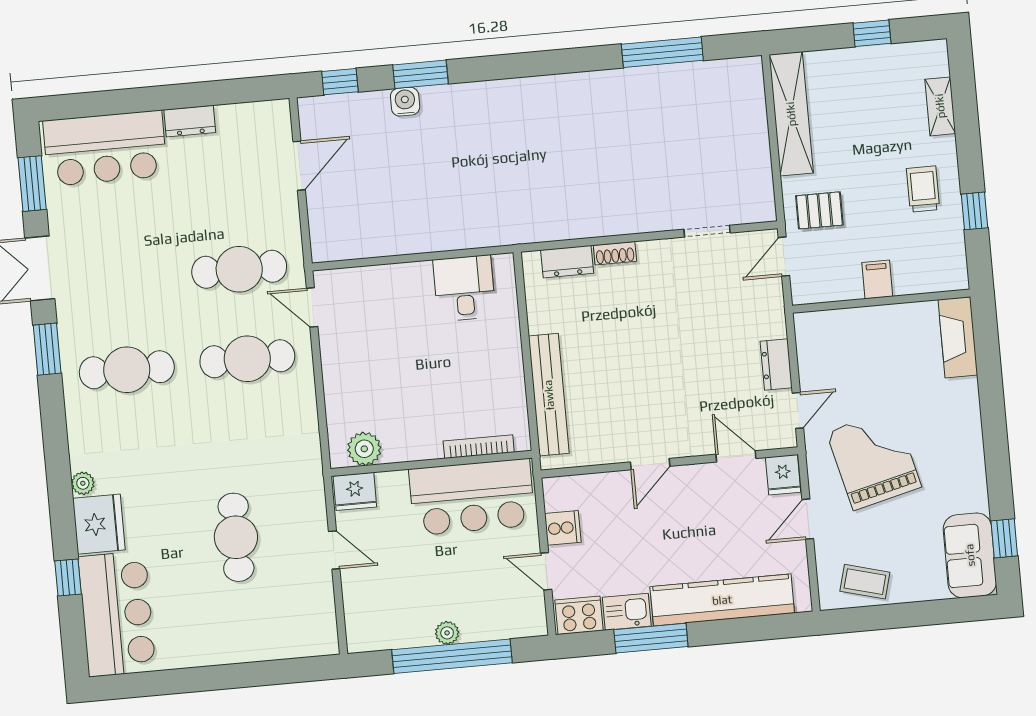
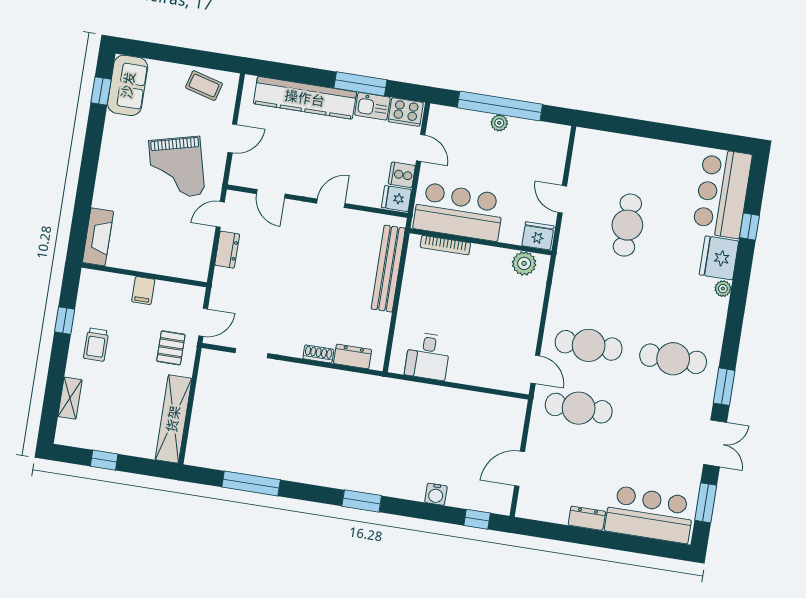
window: (420, 74) -> (362, 501), moved
pallet: (819, 210) -> (171, 348), turned 90
fridge: (783, 475) -> (396, 199), moved, turned -90

